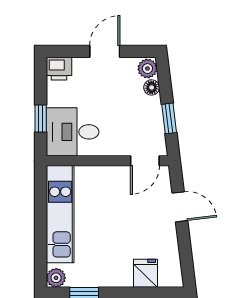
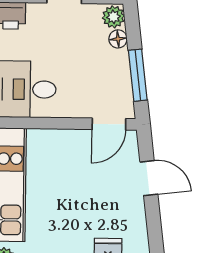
window: (169, 118) -> (138, 75), width x1.50

